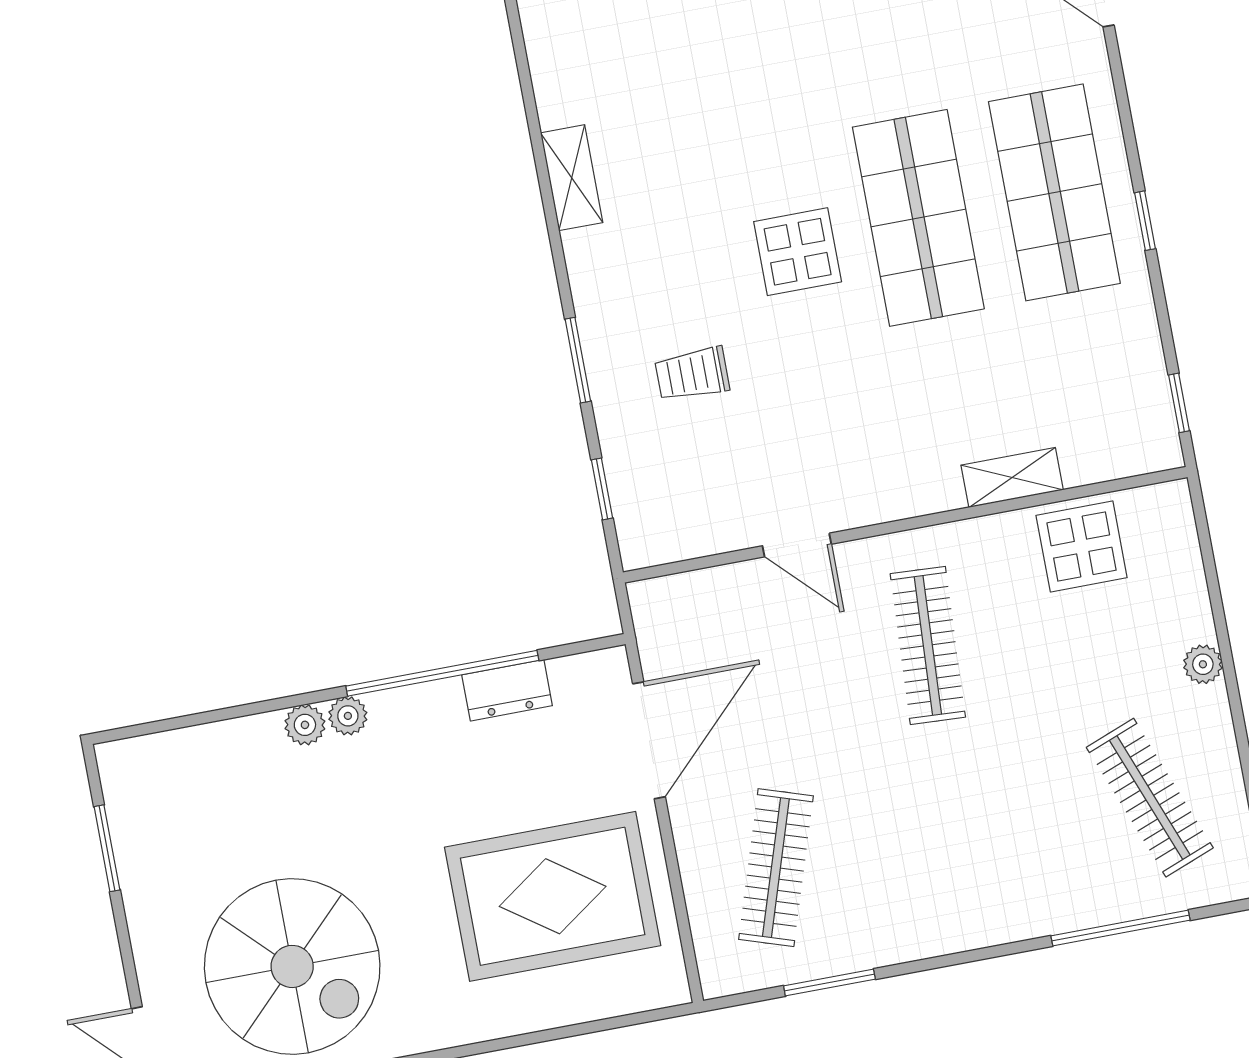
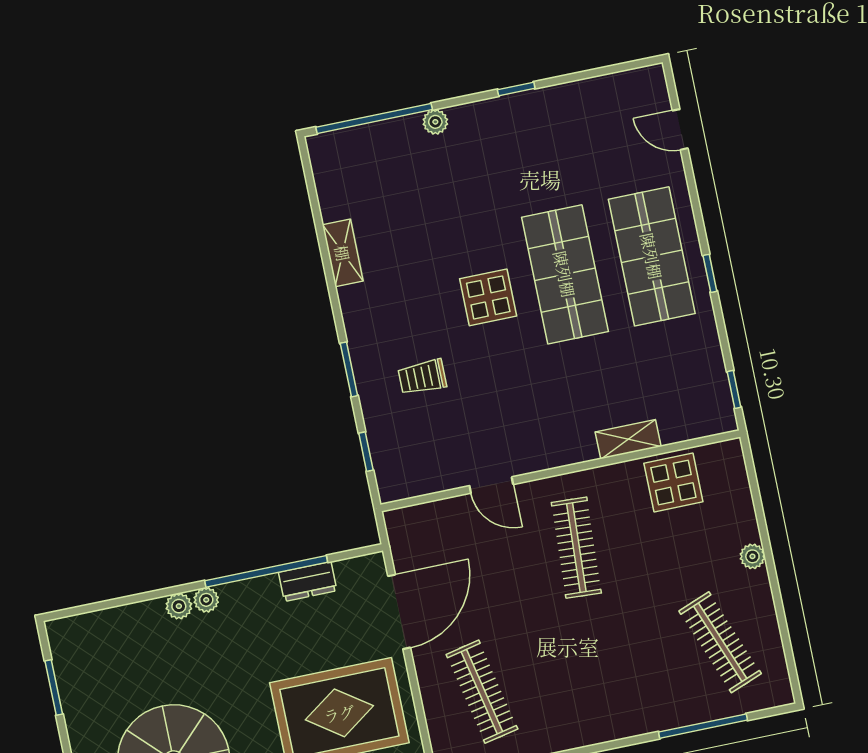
clothes rail: (776, 868) -> (482, 692), turned -30

